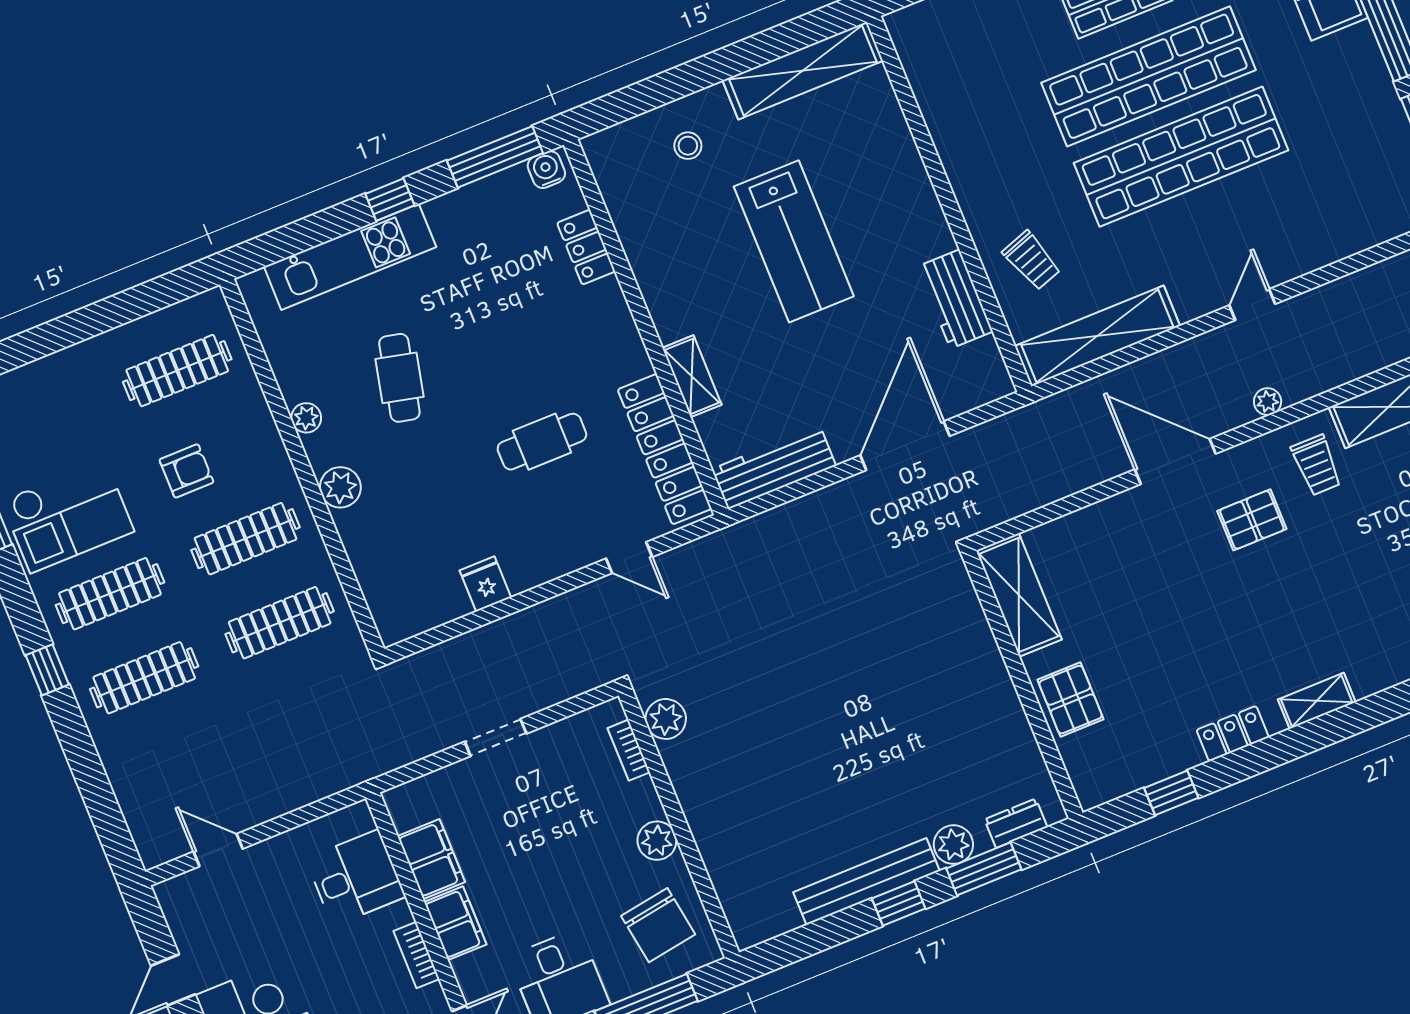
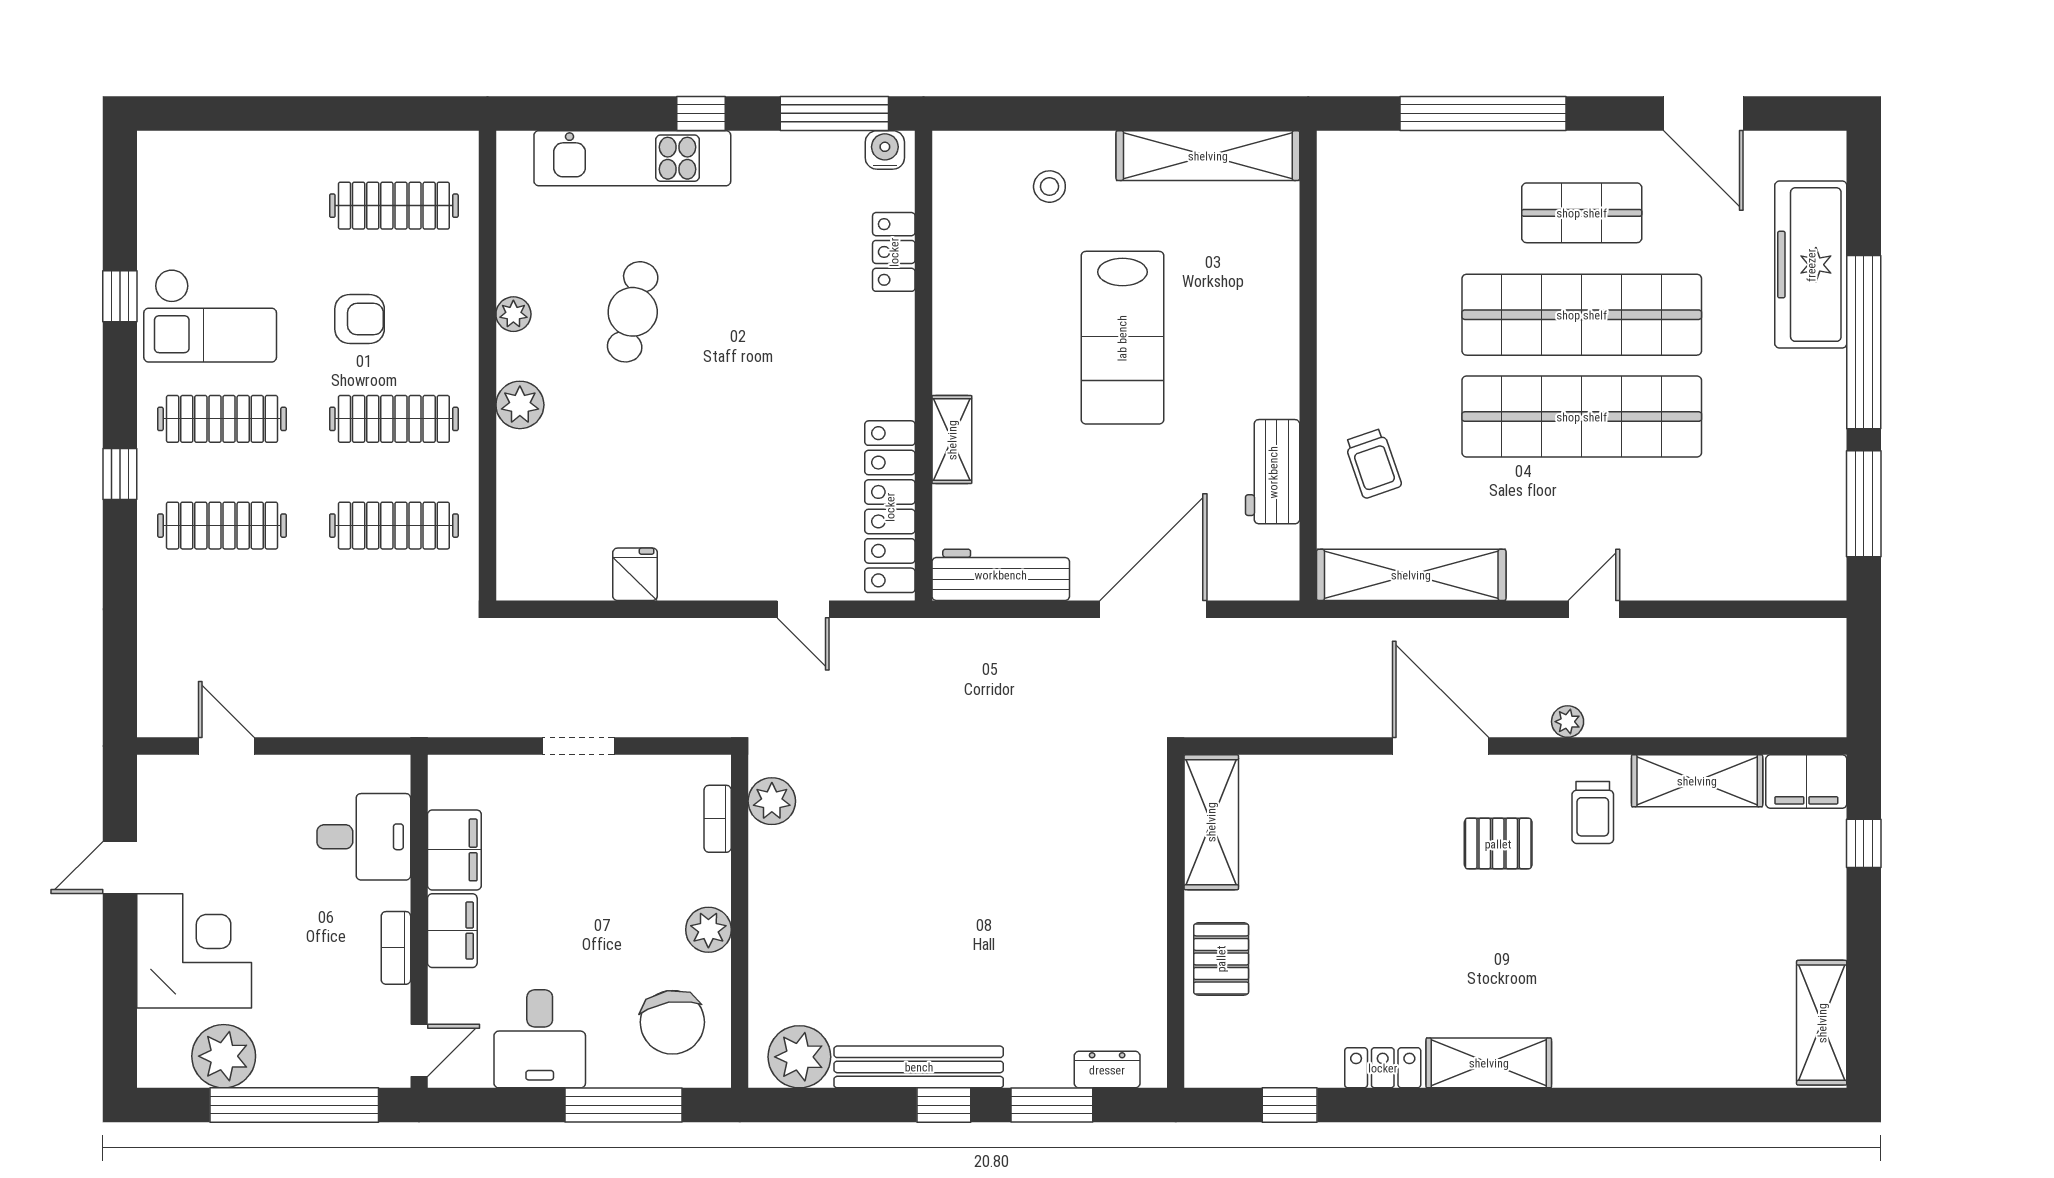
cafe table: (542, 442) -> (760, 444), removed
shelving: (1317, 701) -> (1489, 1063), width x1.50, depth x1.33
plant: (953, 845) -> (799, 1057), moved, width x1.36, depth x1.36

